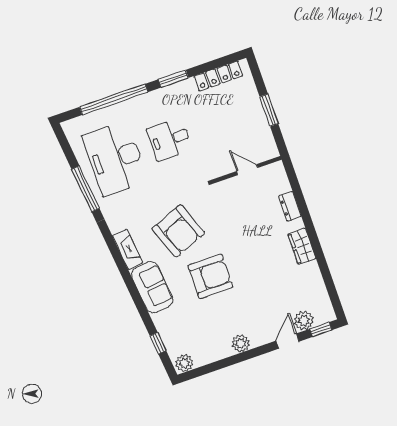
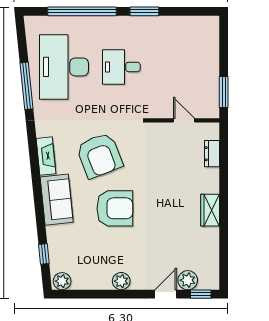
locker: (218, 76) -> (188, 23), removed
window: (269, 110) -> (224, 92), moved
dresser: (290, 206) -> (212, 154), moved

